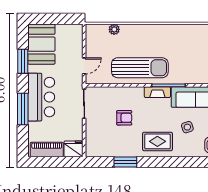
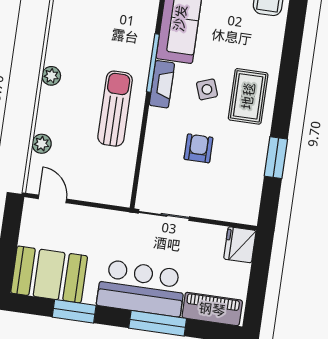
plant: (153, 29) -> (51, 76), added
door: (84, 66) -> (52, 199), moved
sun lounger: (140, 68) -> (115, 109), width x0.73, depth x0.75
side table: (187, 127) -> (207, 89), moved
piano: (47, 150) -> (212, 309), moved, turned 90

